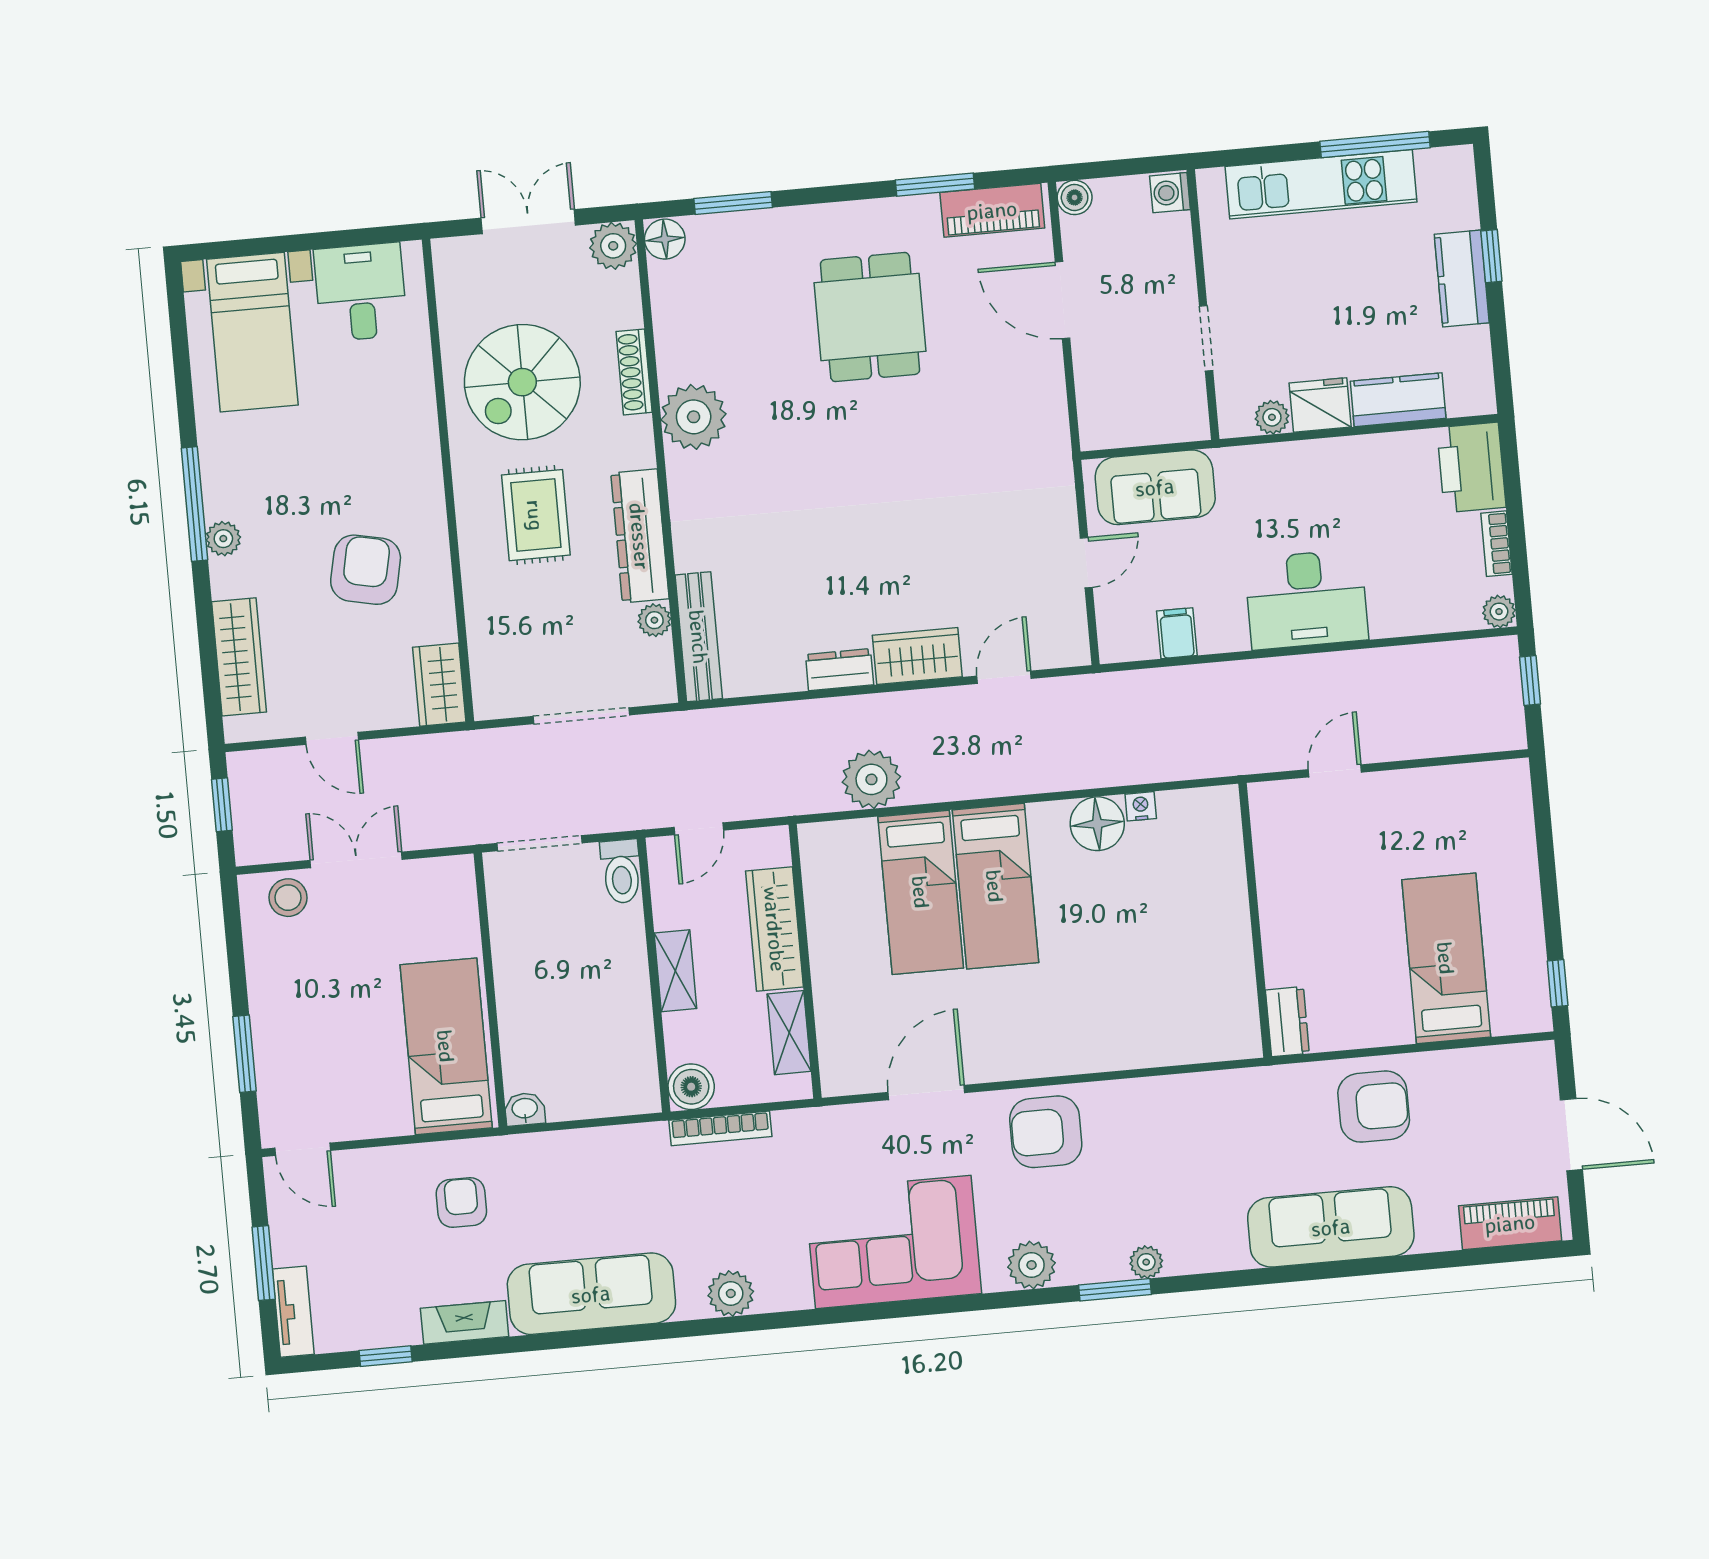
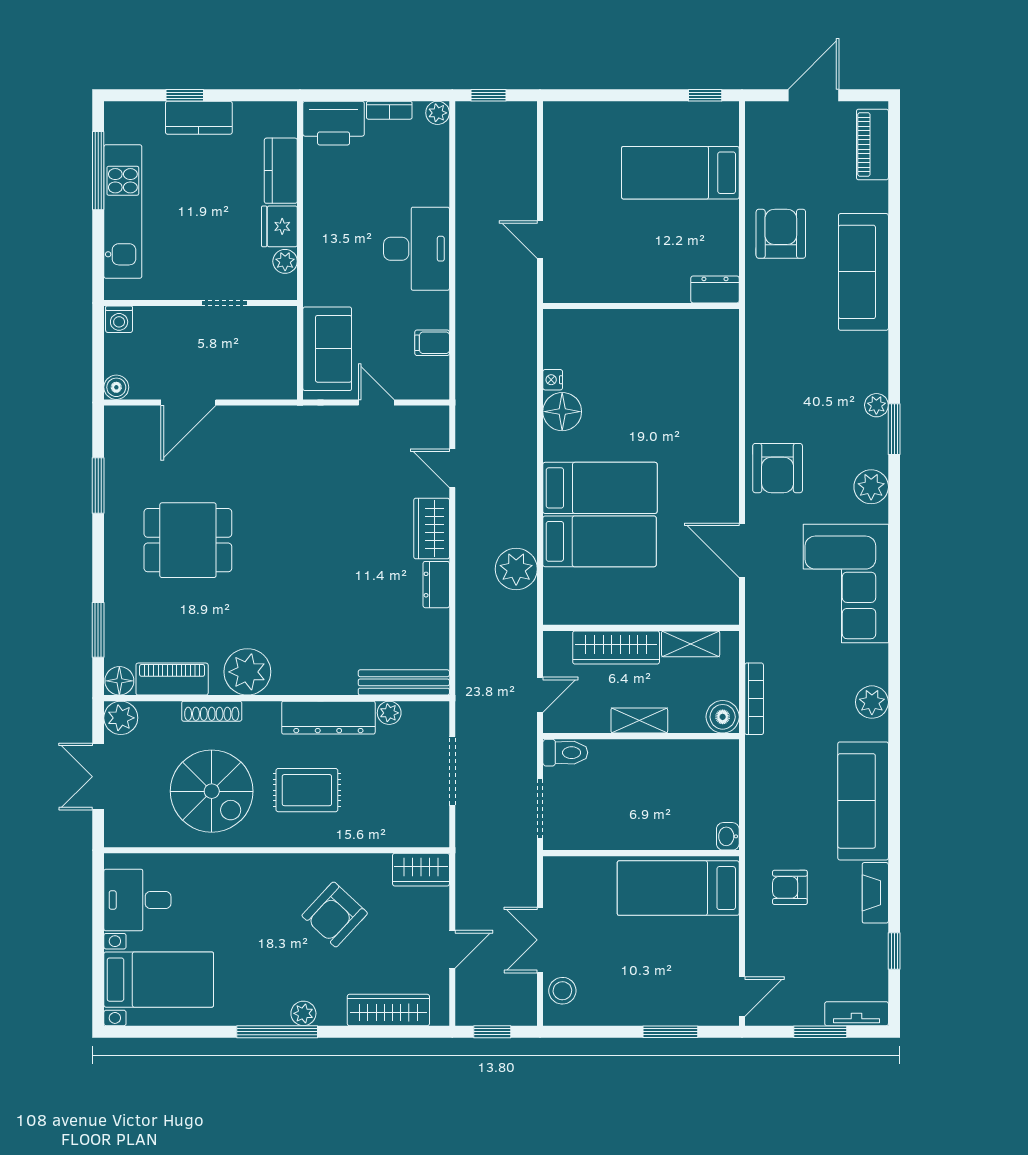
piano: (992, 210) -> (172, 679), moved, turned -90
armchair: (366, 570) -> (335, 914), turned -59
door: (699, 829) -> (540, 695), hinge flipped

